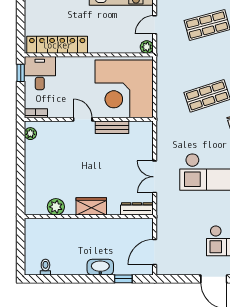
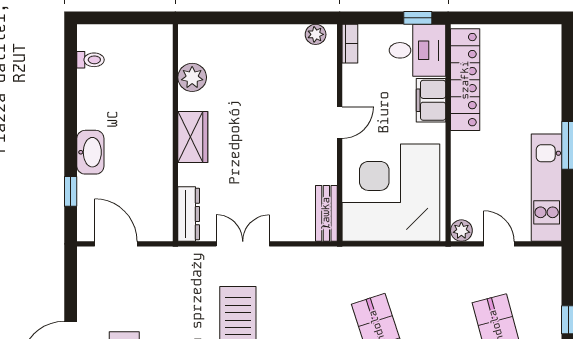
filing cabinet: (69, 65) -> (431, 100), added
bench: (112, 127) -> (326, 213), moved

